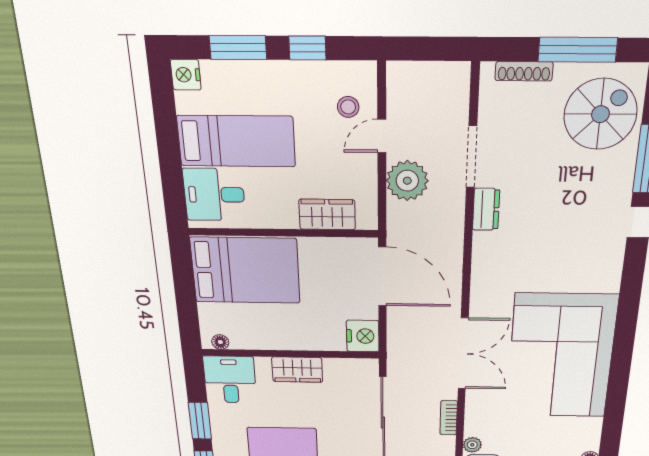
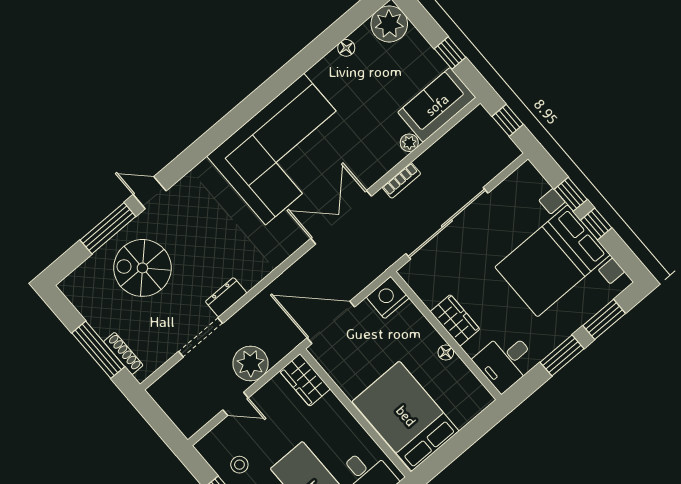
window: (578, 50) -> (98, 350), moved
stool: (348, 107) -> (239, 465), moved
spiral stairs: (600, 114) -> (142, 268), moved
wardrobe: (327, 214) -> (305, 380), moved
door: (382, 277) -> (331, 322), hinge flipped
floor lamp: (220, 342) -> (446, 352), moved

